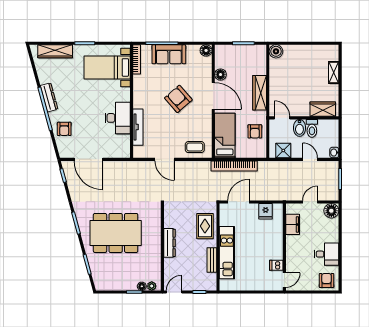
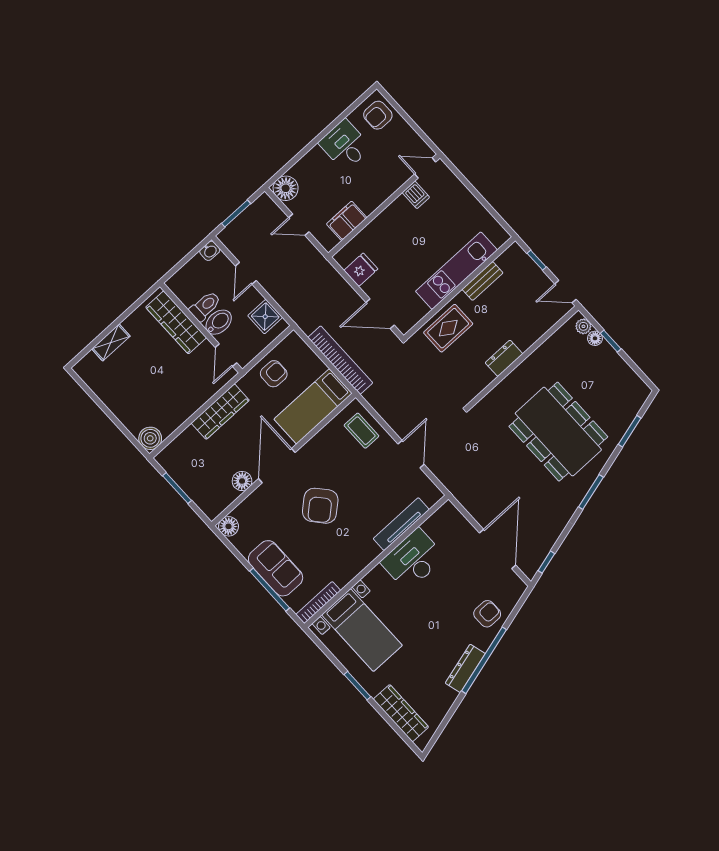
wardrobe: (323, 109) -> (176, 322), width x1.50
dresser: (169, 243) -> (504, 358), width x0.70

